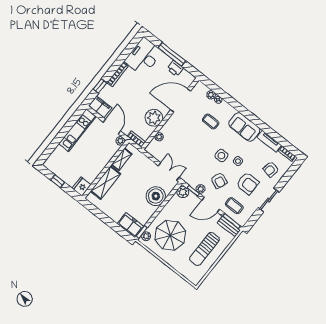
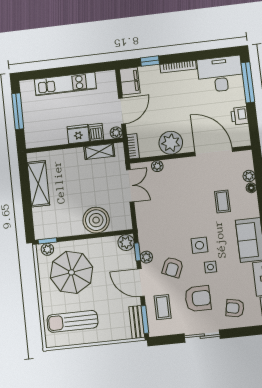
window: (172, 54) -> (248, 82), moved
kitchen unit: (77, 130) -> (65, 84), moved
dishwasher: (110, 151) -> (96, 132), added
double door: (169, 171) -> (130, 186), moved
window: (58, 181) -> (18, 111), width x2.17
shelving: (105, 183) -> (38, 184), moved, turned 90
armchair: (248, 183) -> (198, 299), turned -90
fridge: (82, 186) -> (78, 134), moved
freezer: (130, 225) -> (43, 223), removed
sun lounger: (204, 249) -> (72, 321), moved

